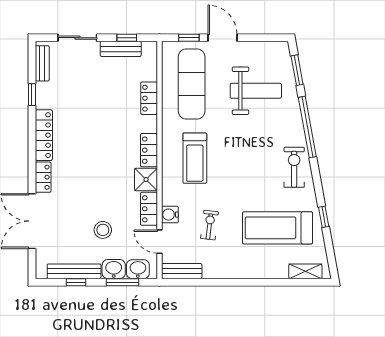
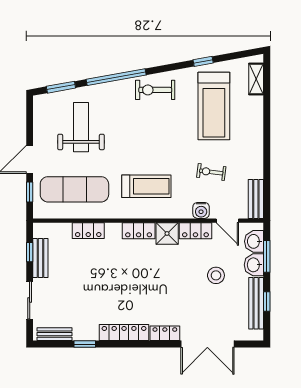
door: (159, 242) -> (227, 221), hinge flipped

